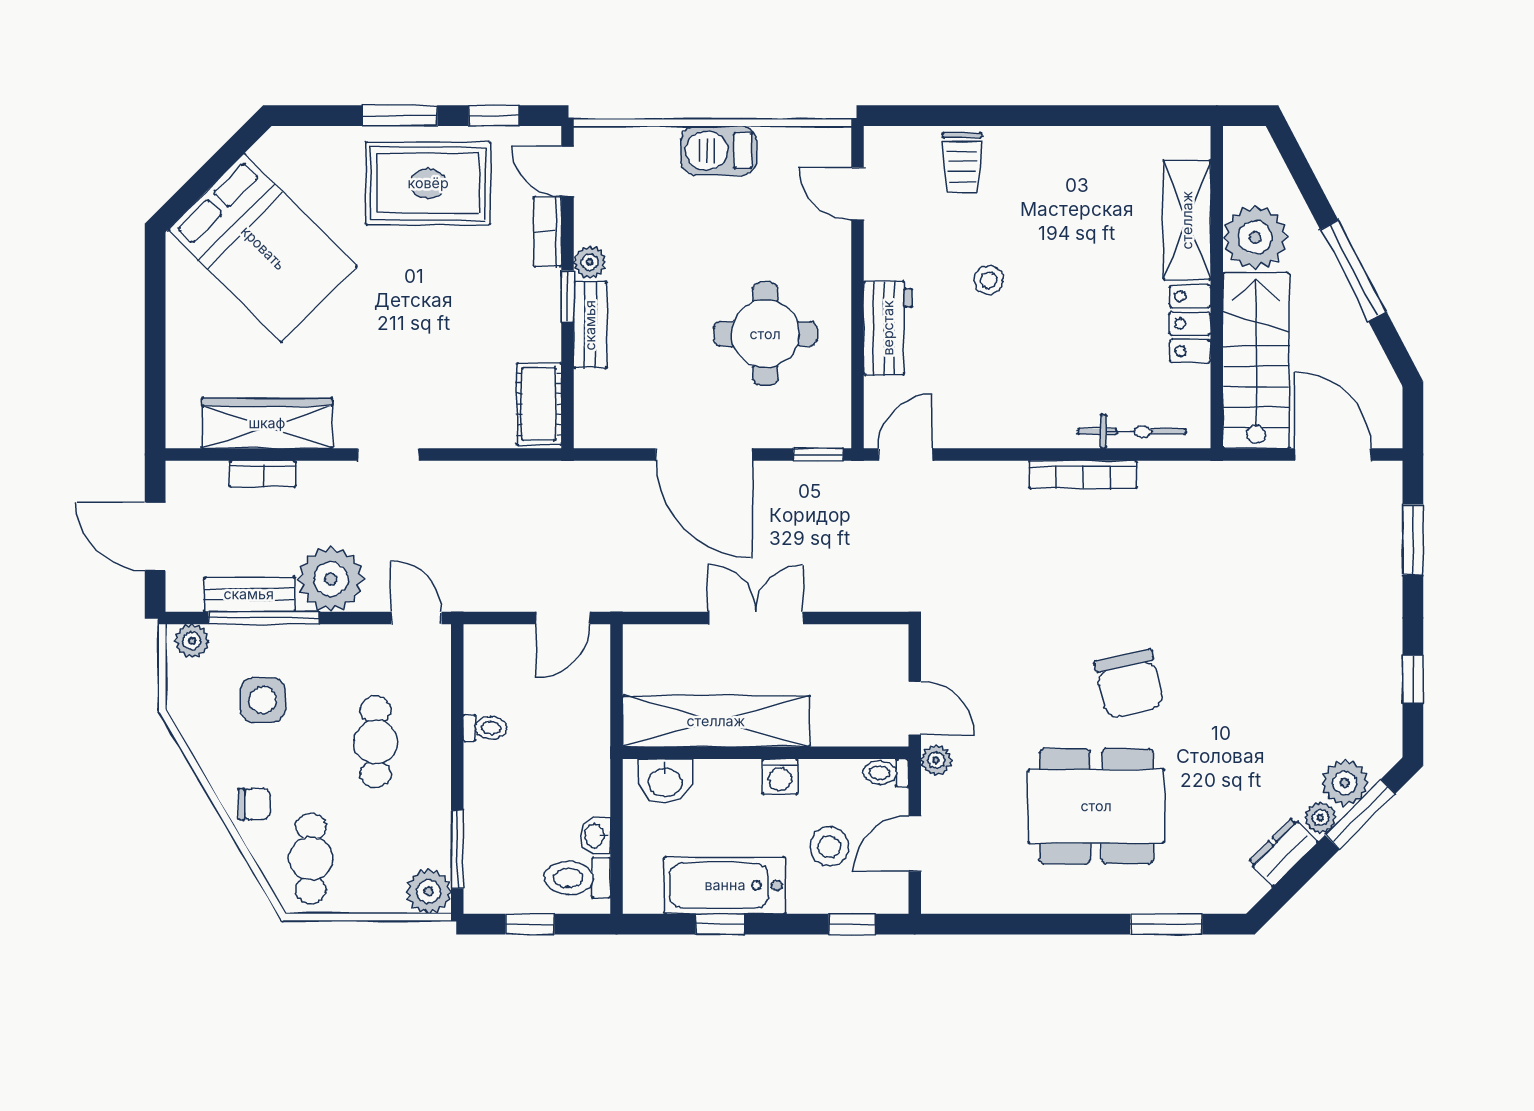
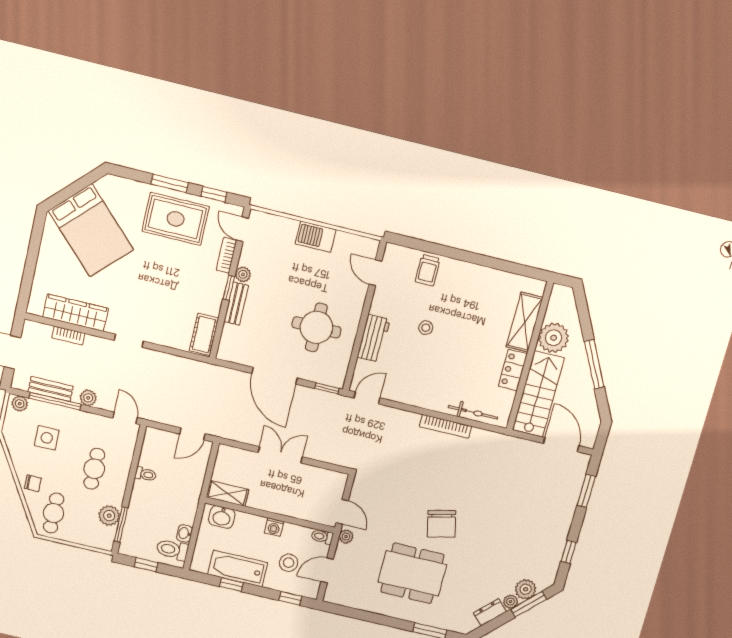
plant: (331, 579) -> (88, 398), width x0.53, depth x0.53
shelving: (716, 721) -> (227, 493), width x0.45, depth x0.75
plant: (429, 891) -> (109, 516), moved

